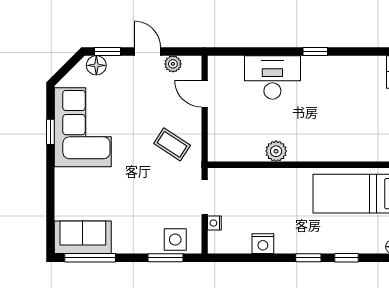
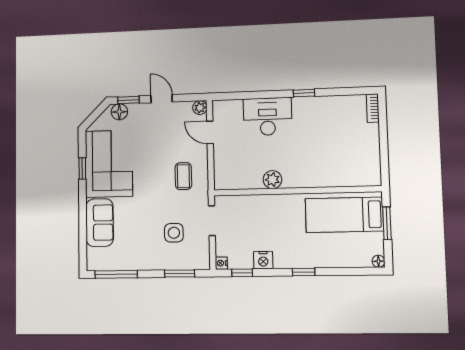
plant: (173, 64) -> (200, 108), moved
coffee table: (172, 144) -> (183, 176), turned 57
nightstand: (214, 223) -> (221, 263), moved
sofa: (83, 237) -> (100, 223), moved, turned 90
side table: (175, 240) -> (174, 233), moved
window: (346, 258) -> (242, 273), moved

